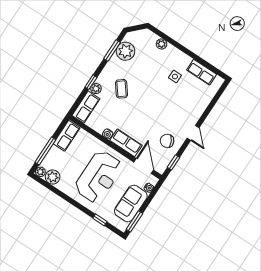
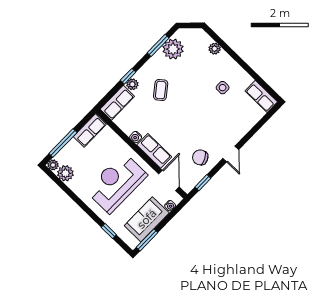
row of seats: (202, 72) -> (261, 96), moved
reception desk: (98, 177) -> (116, 183), turned 180

